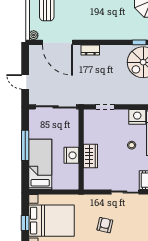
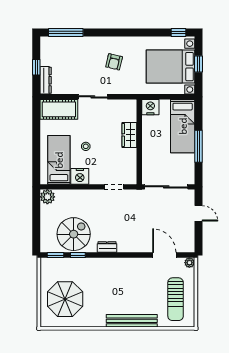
door: (57, 42) -> (164, 255), width x0.73
dresser: (90, 50) -> (107, 247), moved
nightstand: (71, 155) -> (150, 107), moved, turned 90

